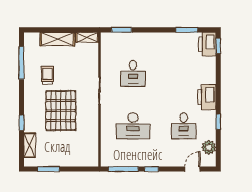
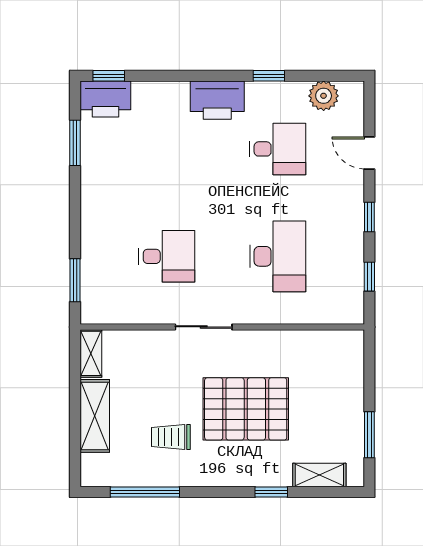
window: (123, 169) -> (369, 277), width x0.46
door: (192, 169) -> (369, 153), moved

